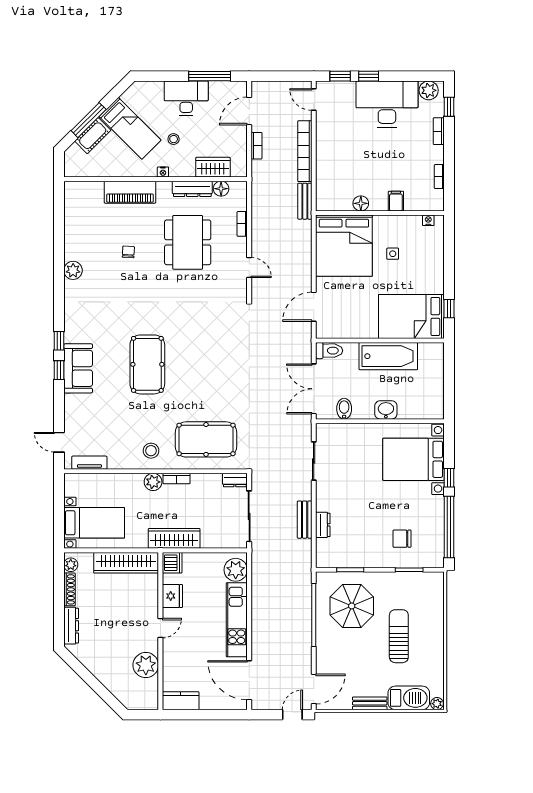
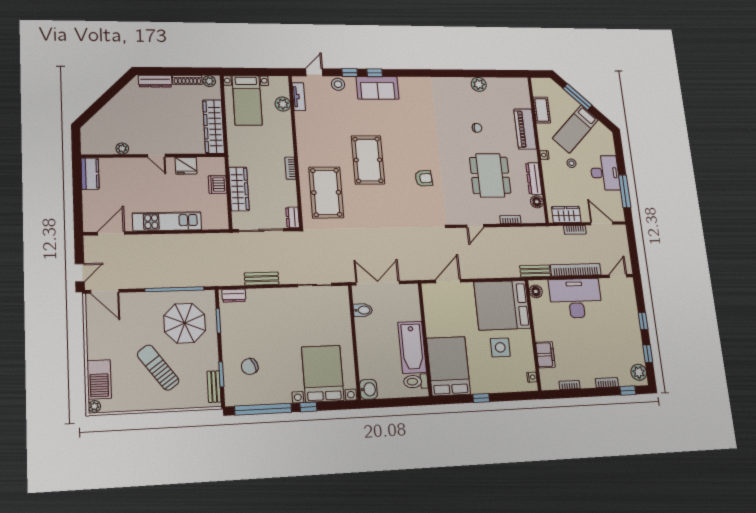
window: (340, 76) -> (648, 354), moved
desk: (387, 104) -> (576, 298), moved, turned -90
cot: (93, 136) -> (542, 110), moved, turned 45
wardrobe: (213, 167) -> (566, 214), moved, turned -90
filing cabinet: (396, 201) -> (545, 355), width x2.00
floor lamp: (361, 203) -> (536, 291), moved
dining table: (188, 242) -> (490, 175), turned 90
side table: (393, 254) -> (500, 347), width x1.87, depth x1.87
plant: (73, 270) -> (479, 84), moved
door: (314, 307) -> (448, 281), hinge flipped
window: (449, 309) -> (481, 398), moved
armchair: (190, 323) -> (424, 178), added
window: (59, 341) -> (350, 73), moved
toilet: (329, 351) -> (416, 381), moved, turned 90
pool table: (147, 364) -> (368, 160), moved, turned 90
washbasin: (386, 410) -> (368, 389), moved
stool: (151, 451) -> (338, 84), moved
plant: (153, 482) -> (283, 104), moved
dresser: (323, 525) -> (234, 296), moved
wardrobe: (174, 538) -> (239, 189), moved
chair: (402, 539) -> (250, 366), turned -113
dishwasher: (172, 563) -> (218, 185), moved, turned 90
plant: (236, 570) -> (213, 220), removed
sun lounger: (399, 636) -> (158, 368), turned -126
plant: (146, 665) -> (122, 149), width x0.53, depth x0.53
door: (249, 680) -> (111, 233), width x0.73
bench: (370, 703) -> (214, 387), moved
door: (292, 715) -> (80, 273), hinge flipped

